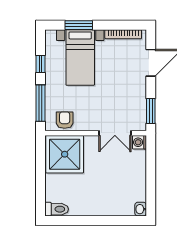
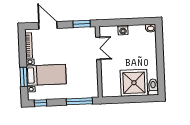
window: (41, 64) -> (40, 103), moved
armchair: (65, 120) -> (91, 84), removed
washing machine: (139, 142) -> (123, 30), moved
shower: (65, 154) -> (134, 83), moved

